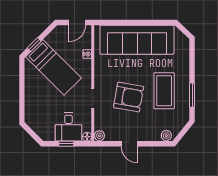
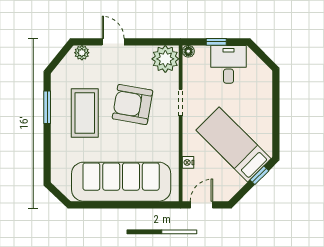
desk: (68, 127) -> (228, 64), moved
plant: (99, 136) -> (165, 59), width x1.88, depth x1.88
door: (129, 144) -> (113, 42), moved

